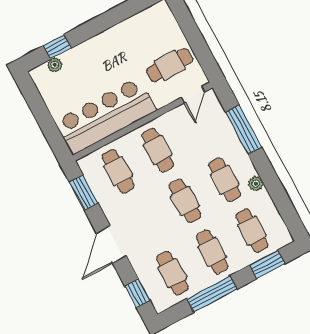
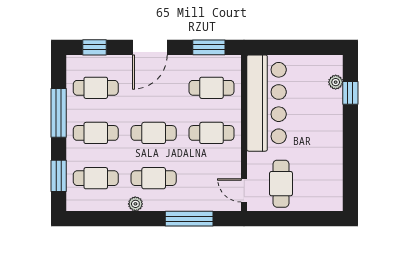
door: (111, 244) -> (150, 47), swing flipped

